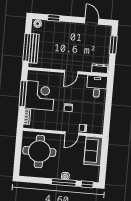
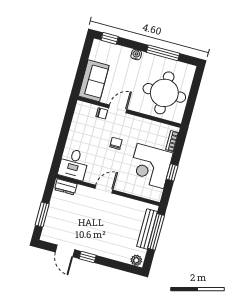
window: (54, 18) -> (88, 257), moved
window: (23, 94) -> (172, 172), width x0.46
window: (64, 182) -> (163, 53), moved

